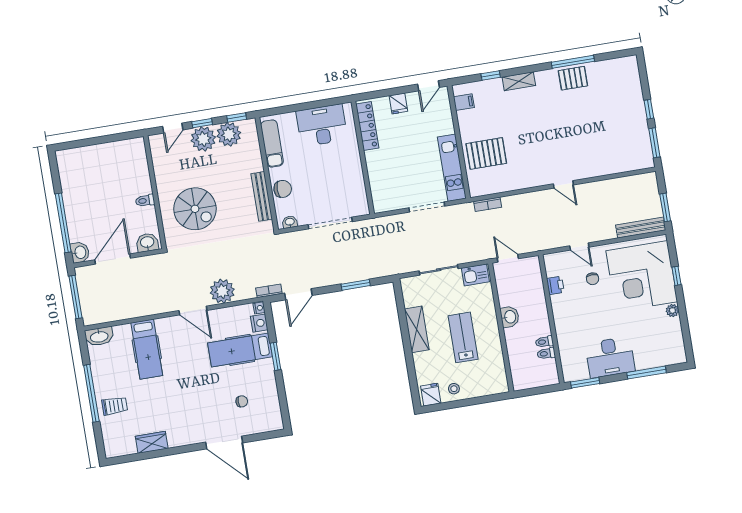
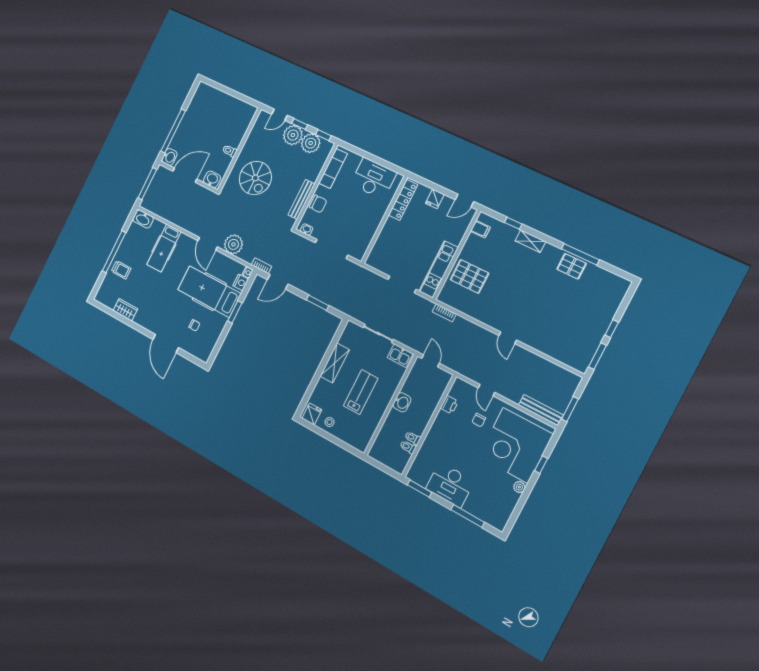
hospital bed: (240, 350) -> (209, 292), width x1.37, depth x1.29

